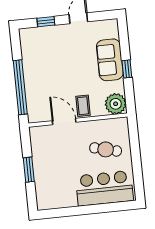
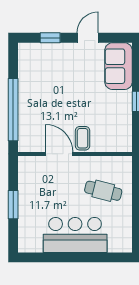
sofa: (110, 60) -> (119, 66), moved
plant: (116, 104) -> (120, 140), removed
bar counter: (104, 188) -> (75, 235), moved

